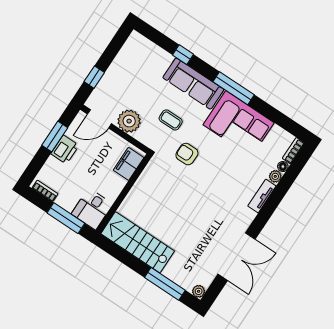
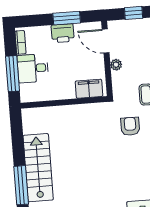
plant: (129, 121) -> (116, 65), width x0.53, depth x0.53
desk: (92, 209) -> (33, 68), moved
stairs: (138, 242) -> (38, 168), moved

